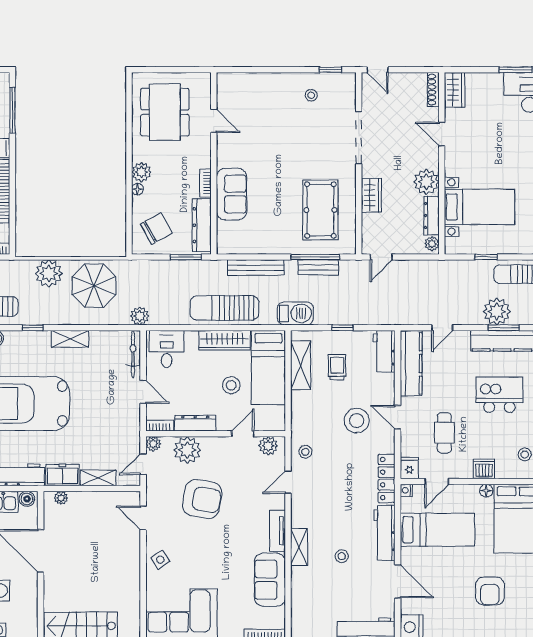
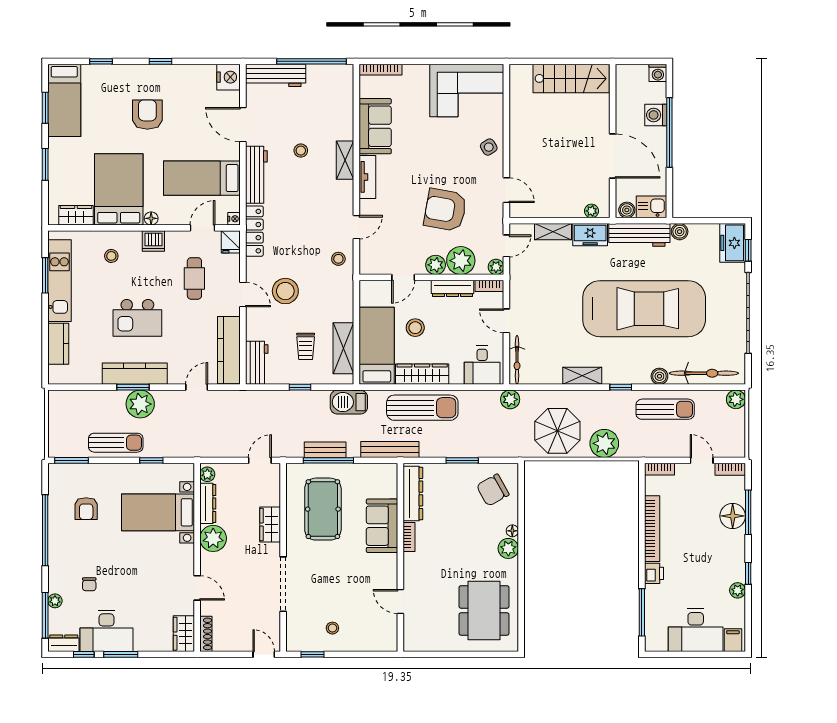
door: (214, 121) -> (400, 602), moved
wall: (214, 163) -> (400, 557), moved
bookcase: (206, 183) -> (409, 537), moved
sofa: (232, 194) -> (382, 526), moved
dresser: (202, 225) -> (413, 493), moved
plant: (268, 446) -> (436, 265), moved

